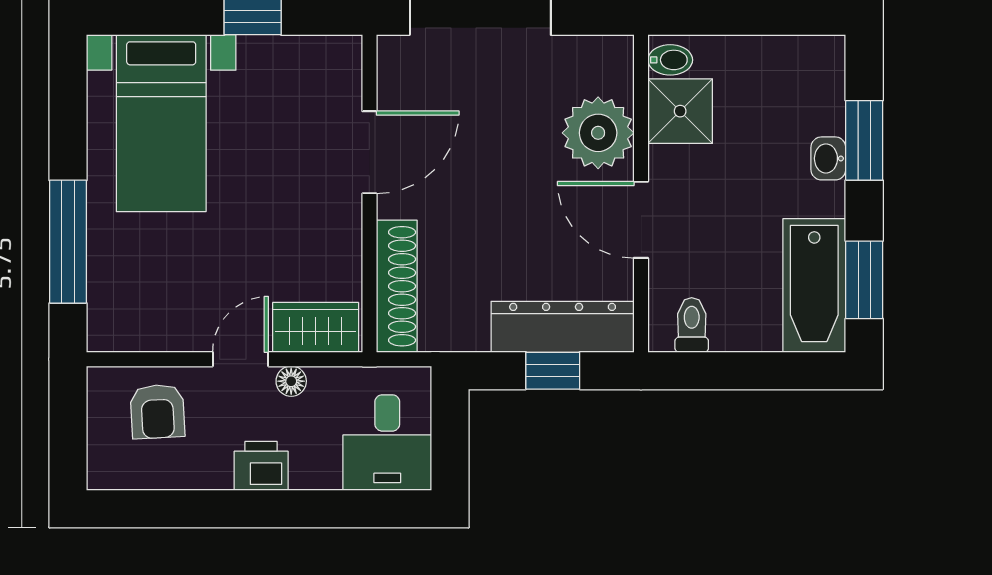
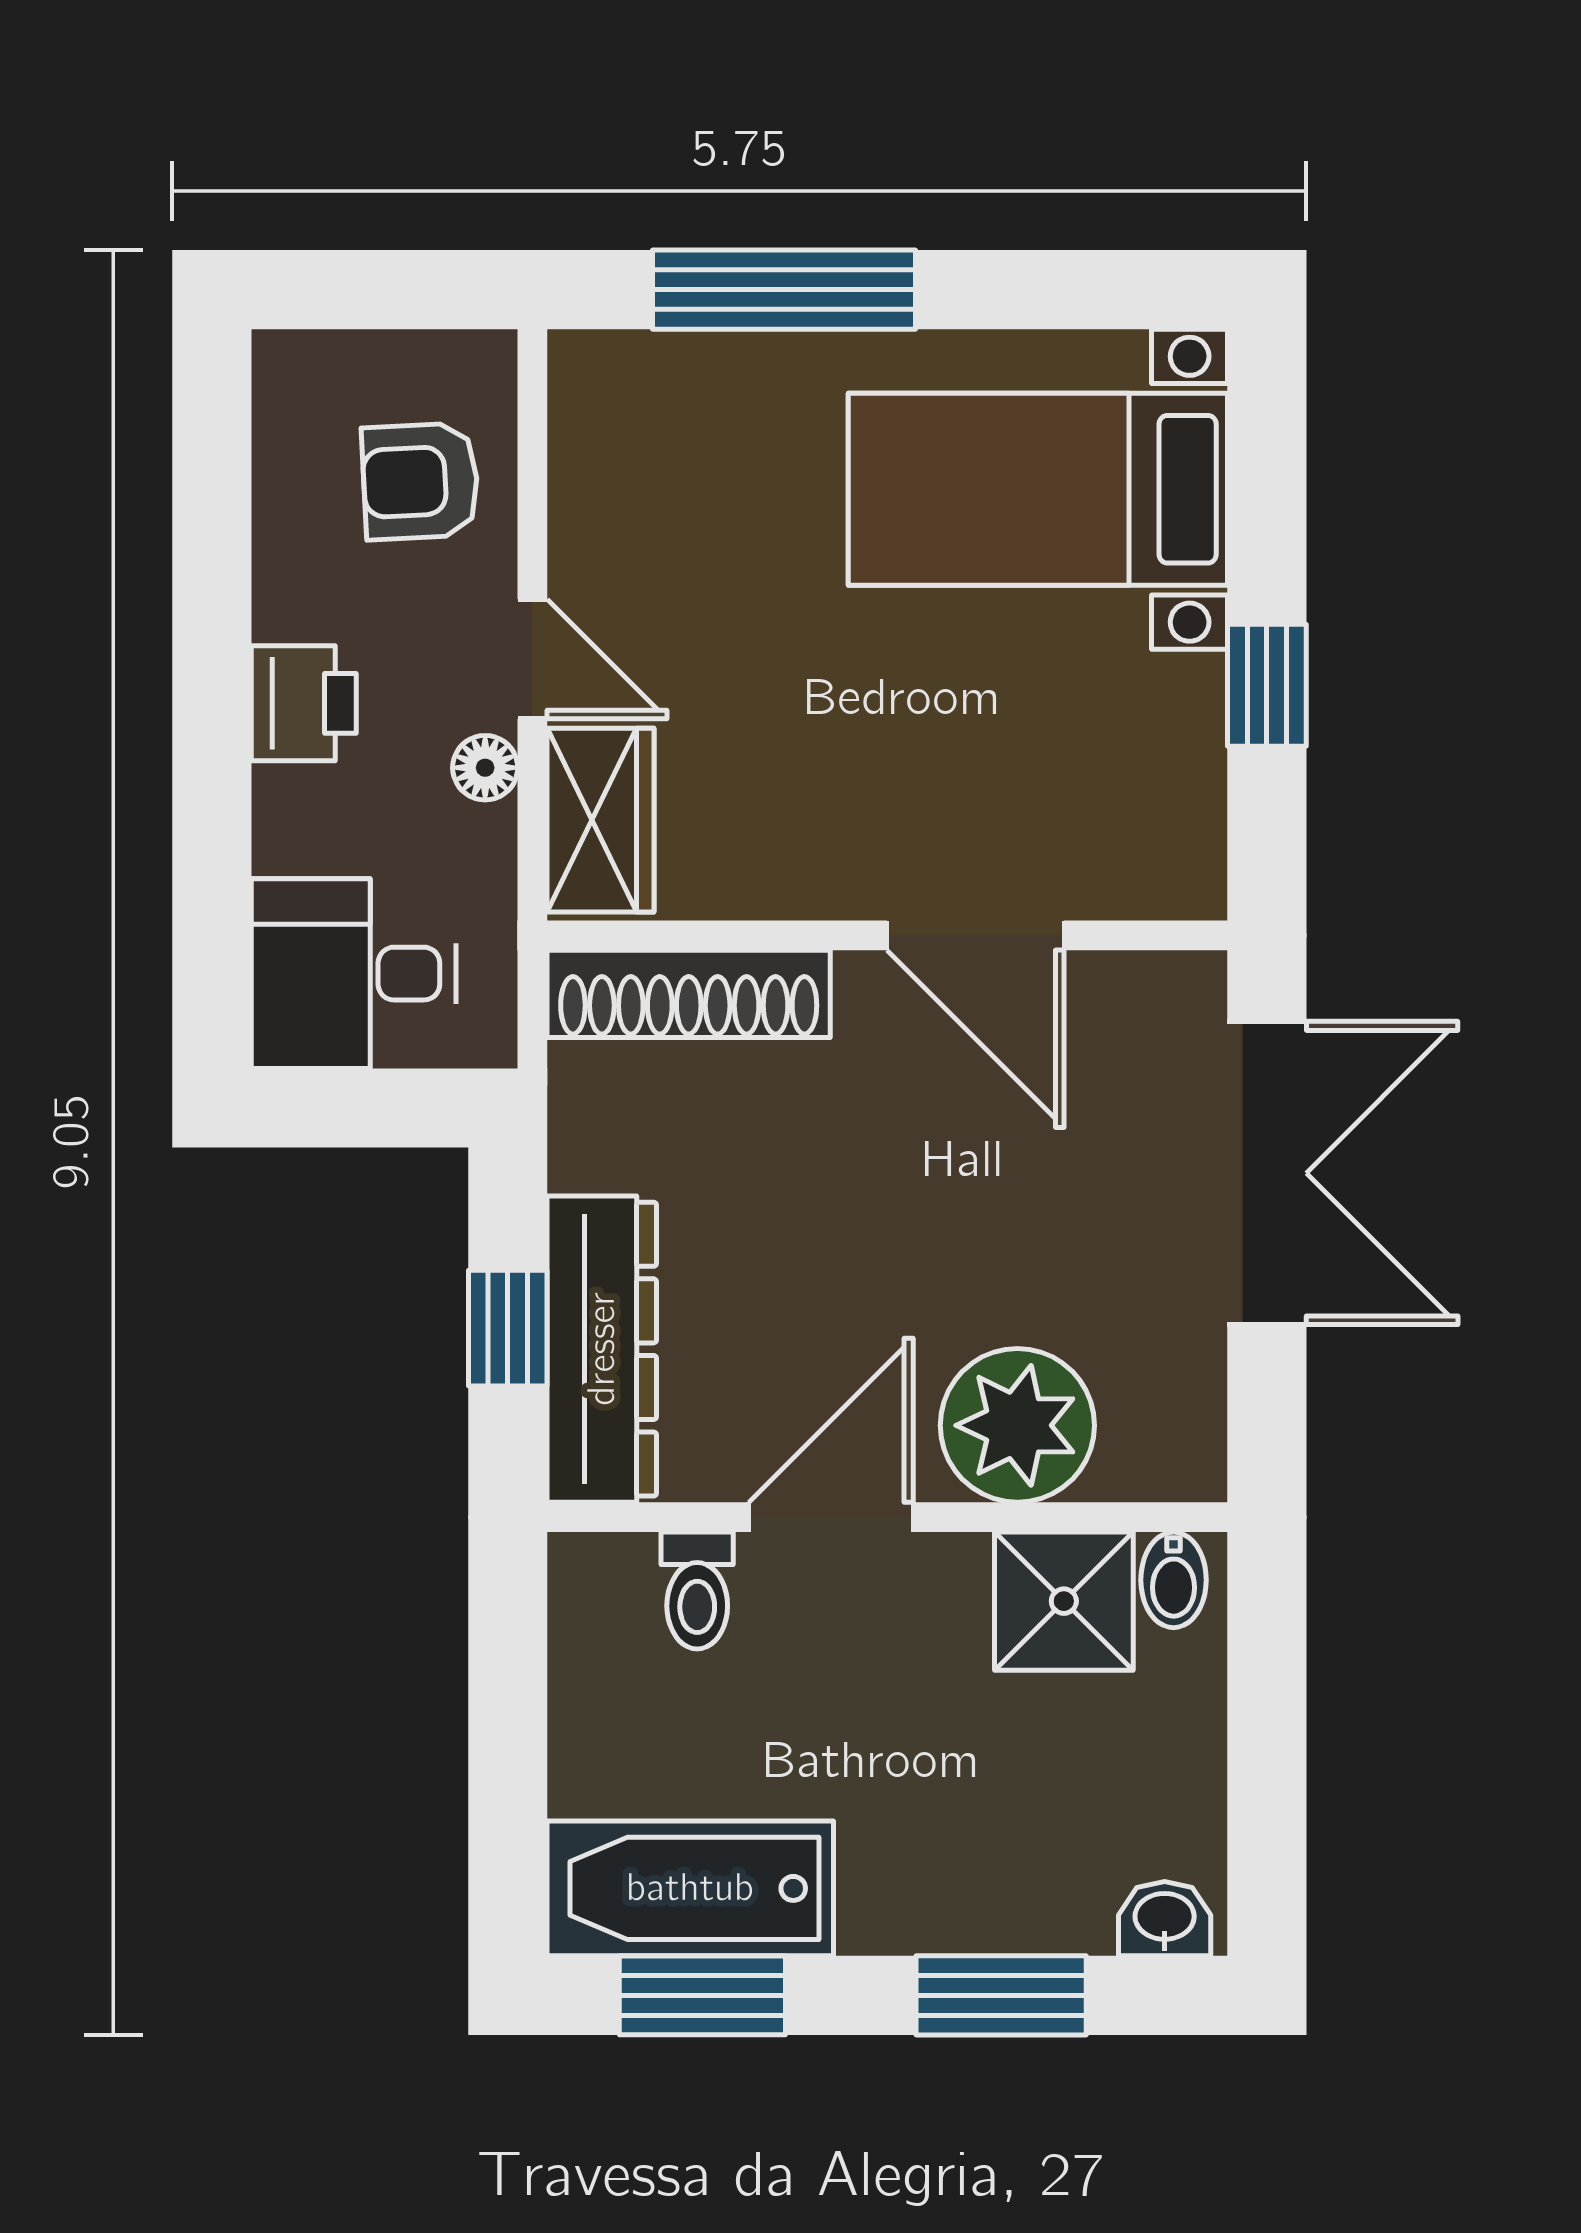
washbasin: (828, 158) -> (1165, 1919), moved
toilet: (692, 325) -> (697, 1591), moved, turned 90

